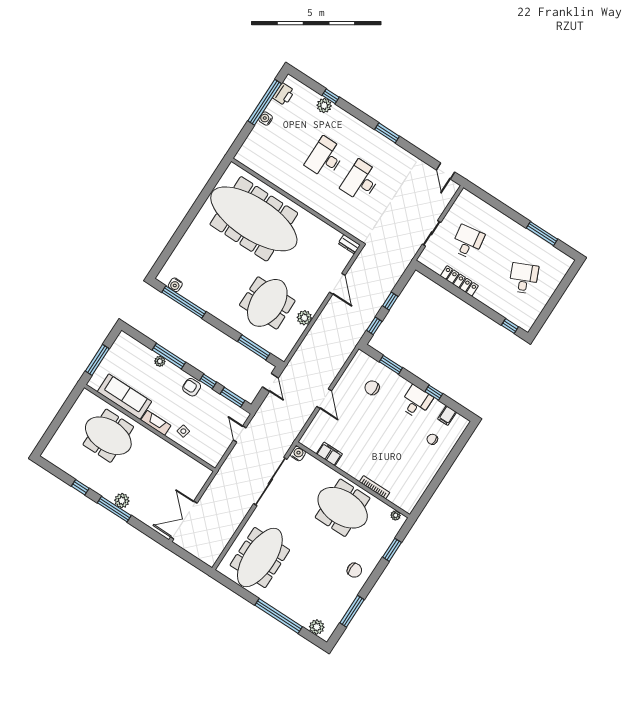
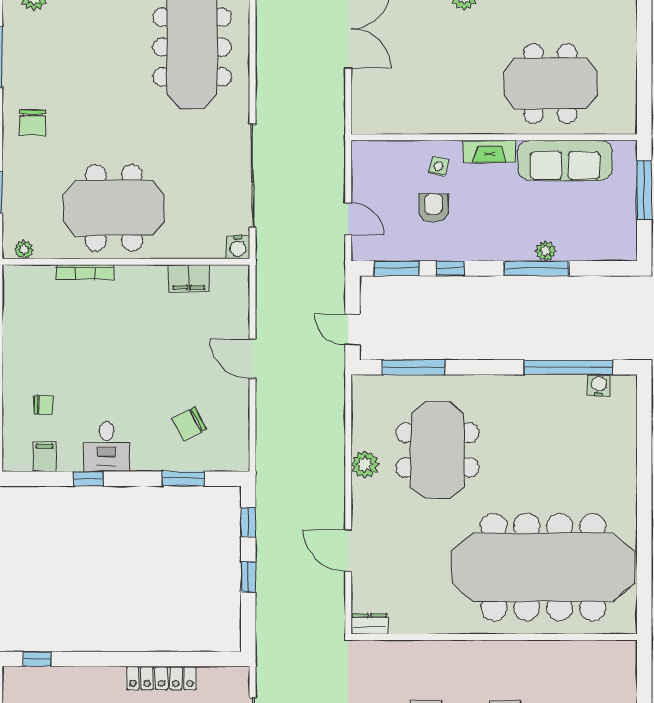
armchair: (192, 387) -> (433, 208), moved, turned -90
chair: (372, 388) -> (189, 424), turned 152
chair: (354, 570) -> (33, 123), turned -90

